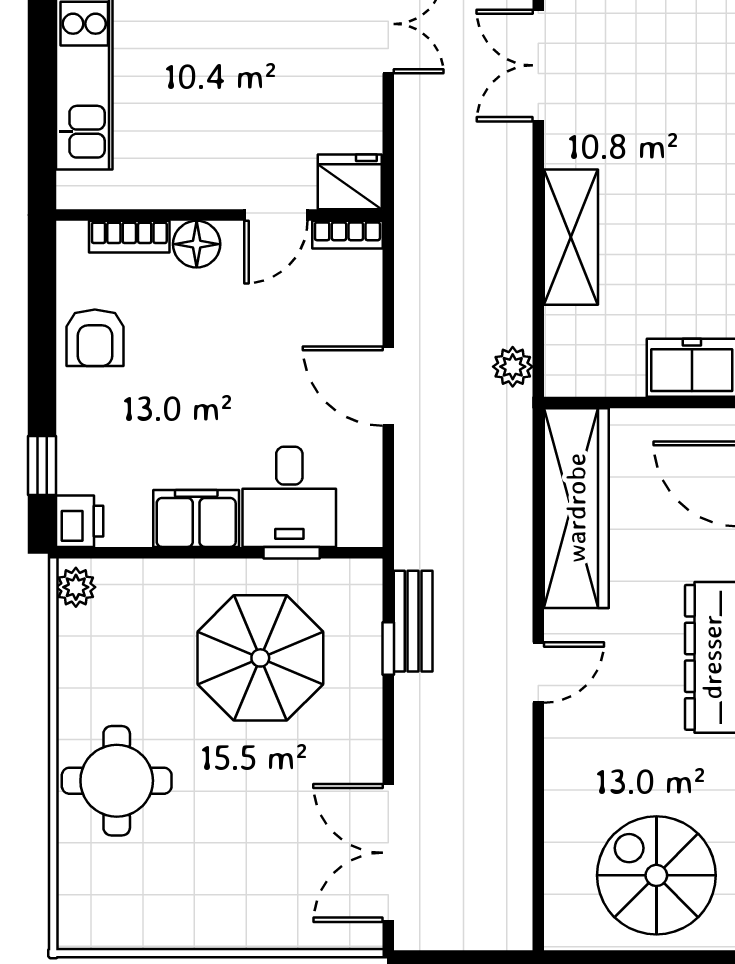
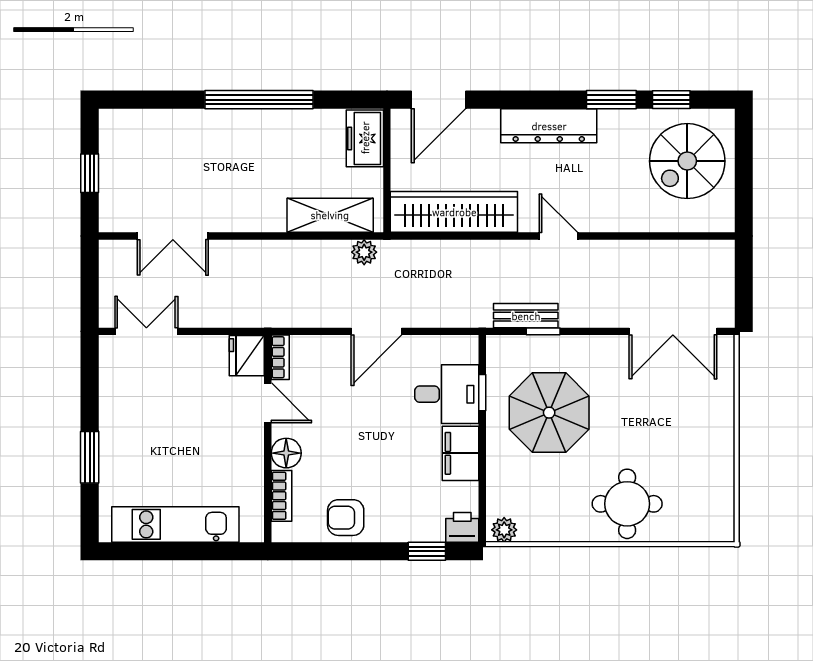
shelving: (571, 237) -> (330, 215), moved
armchair: (95, 338) -> (346, 518), turned 180

